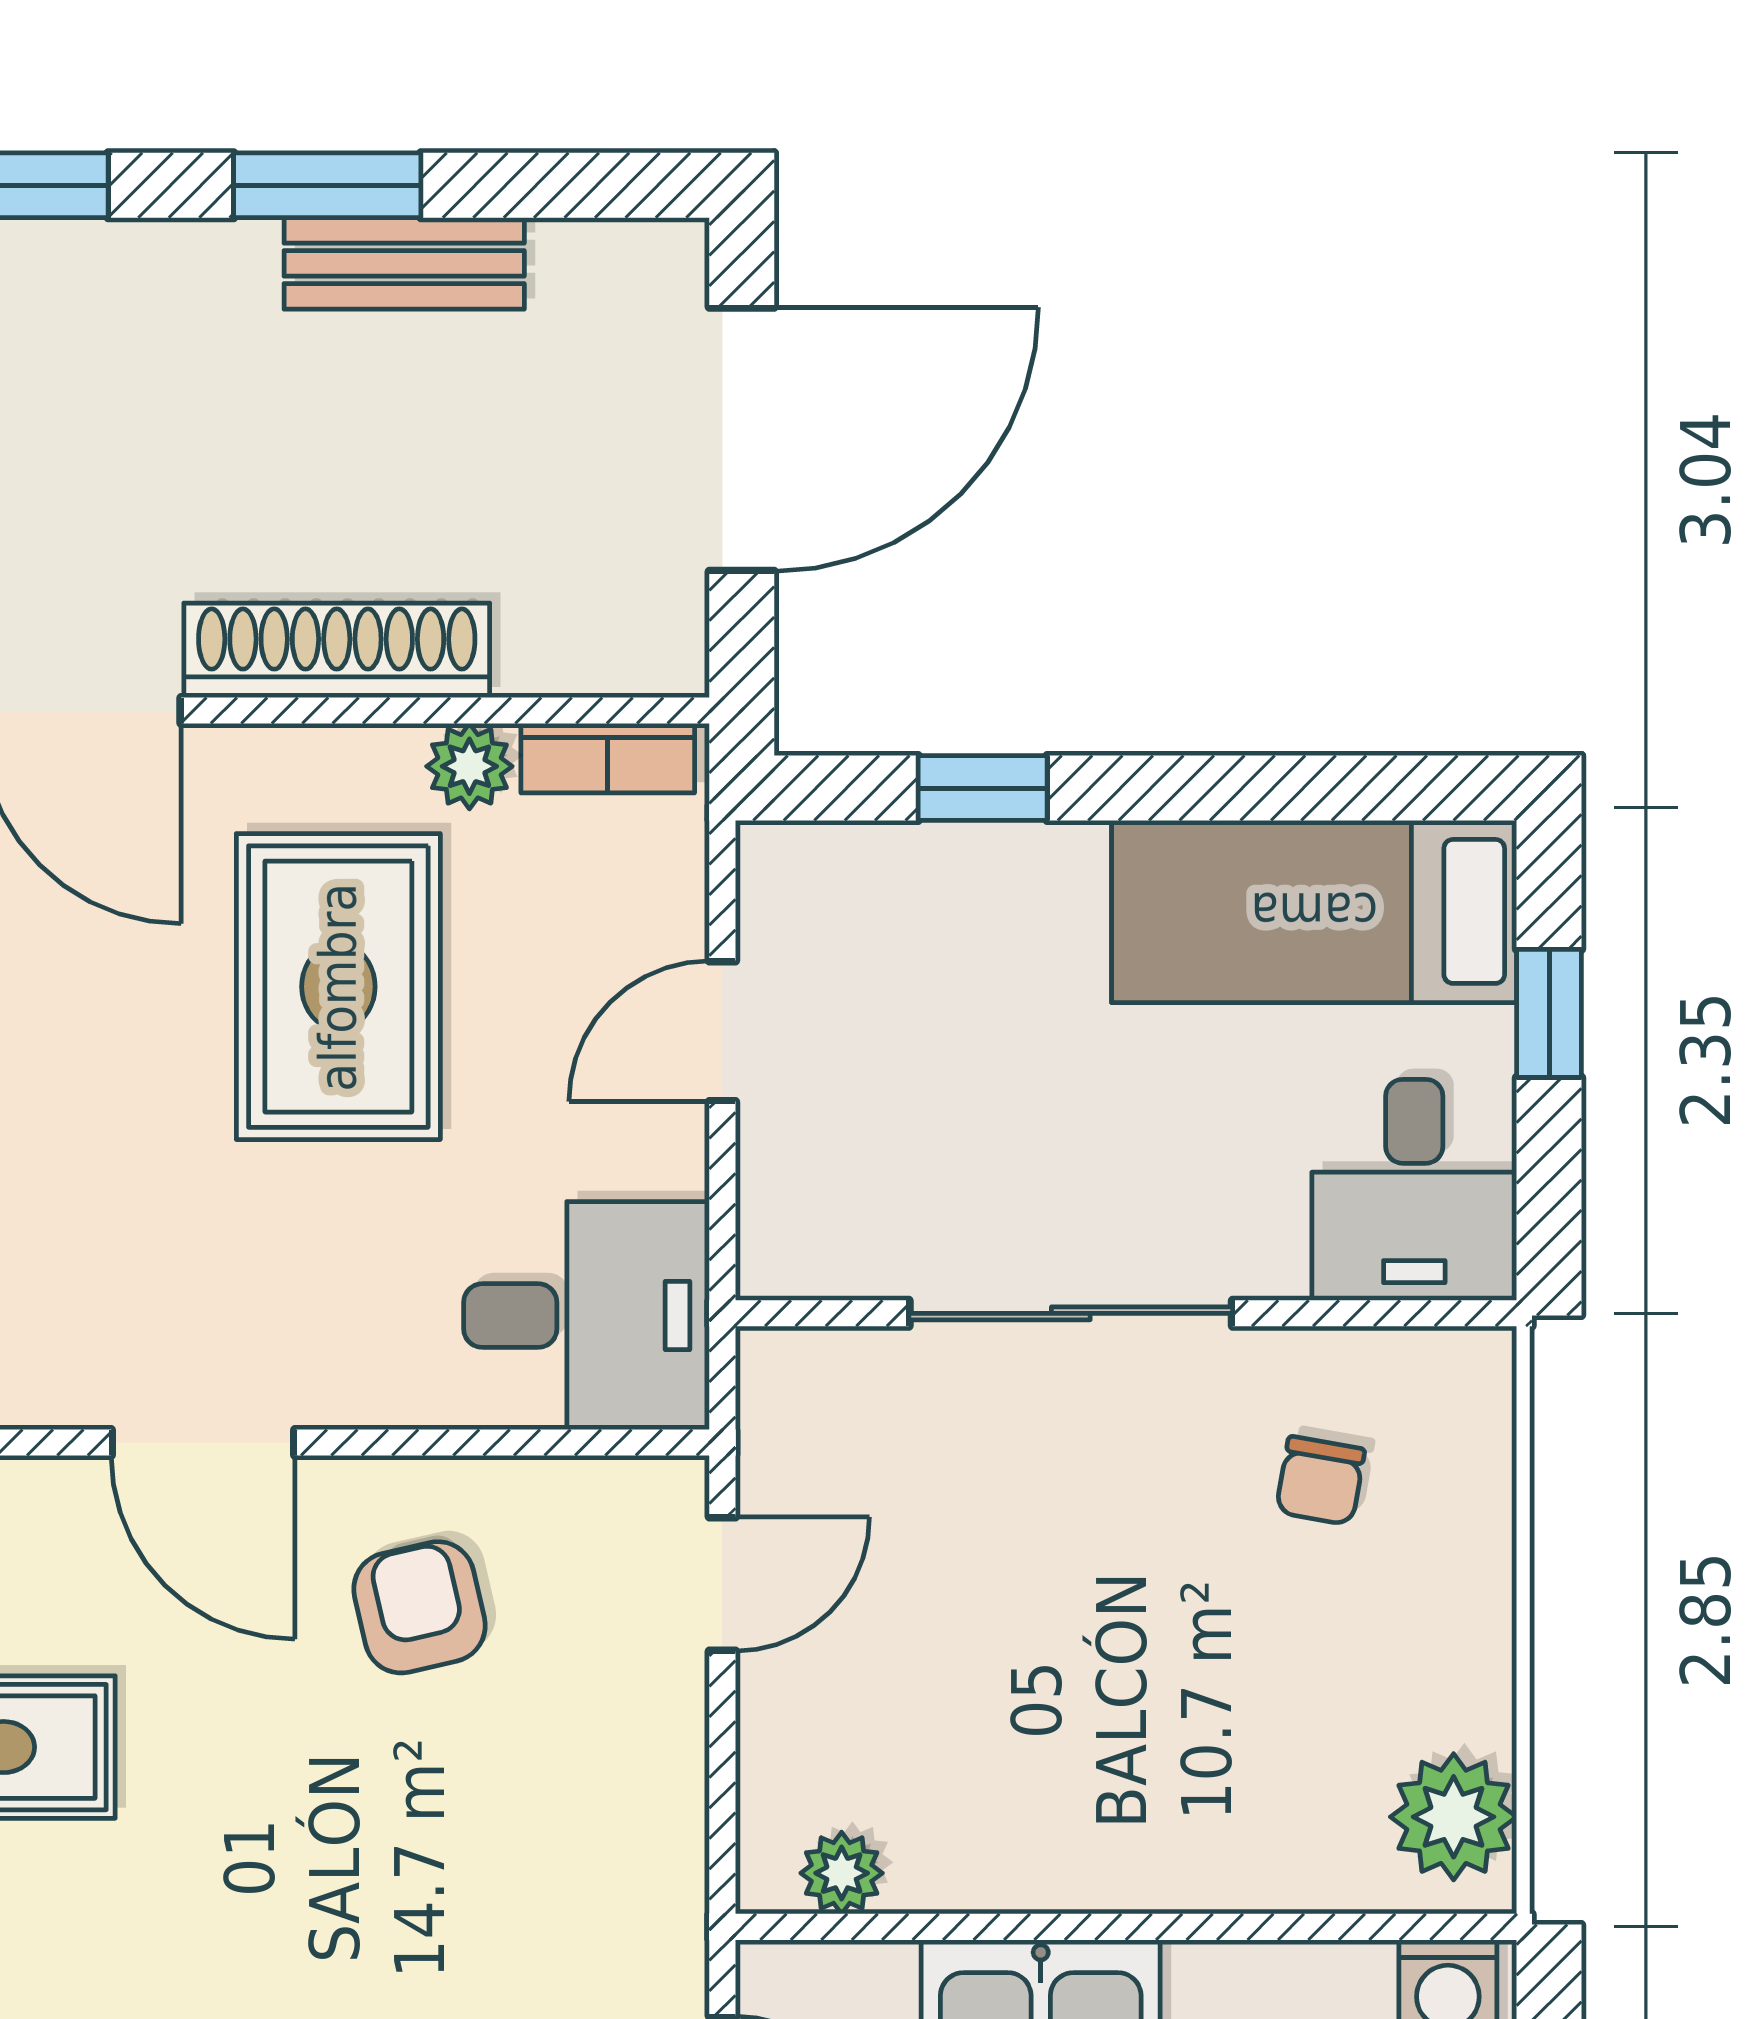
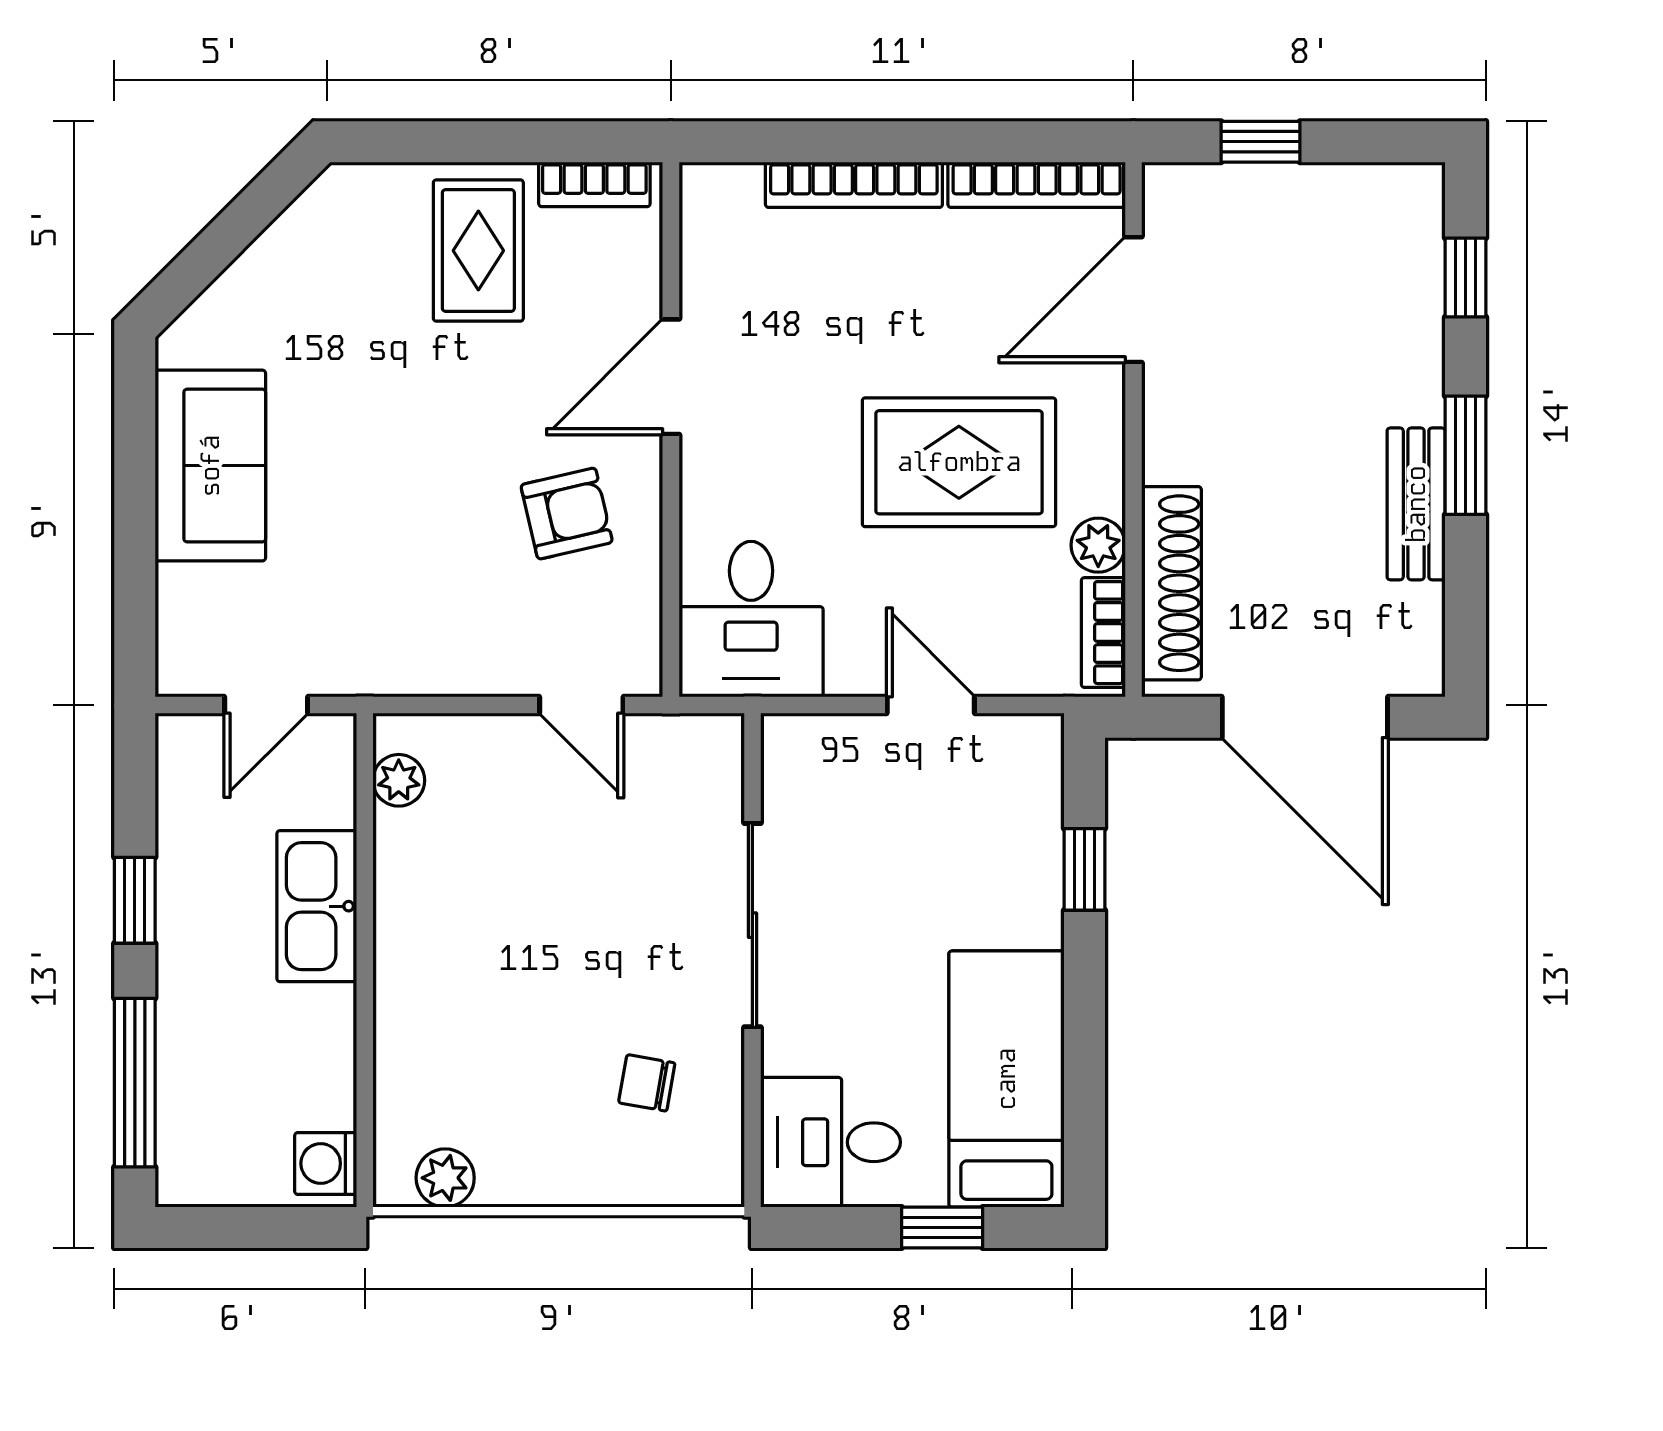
shoe rack: (337, 650) -> (1171, 583), moved
plant: (1454, 1817) -> (445, 1178), width x0.73, depth x0.73

